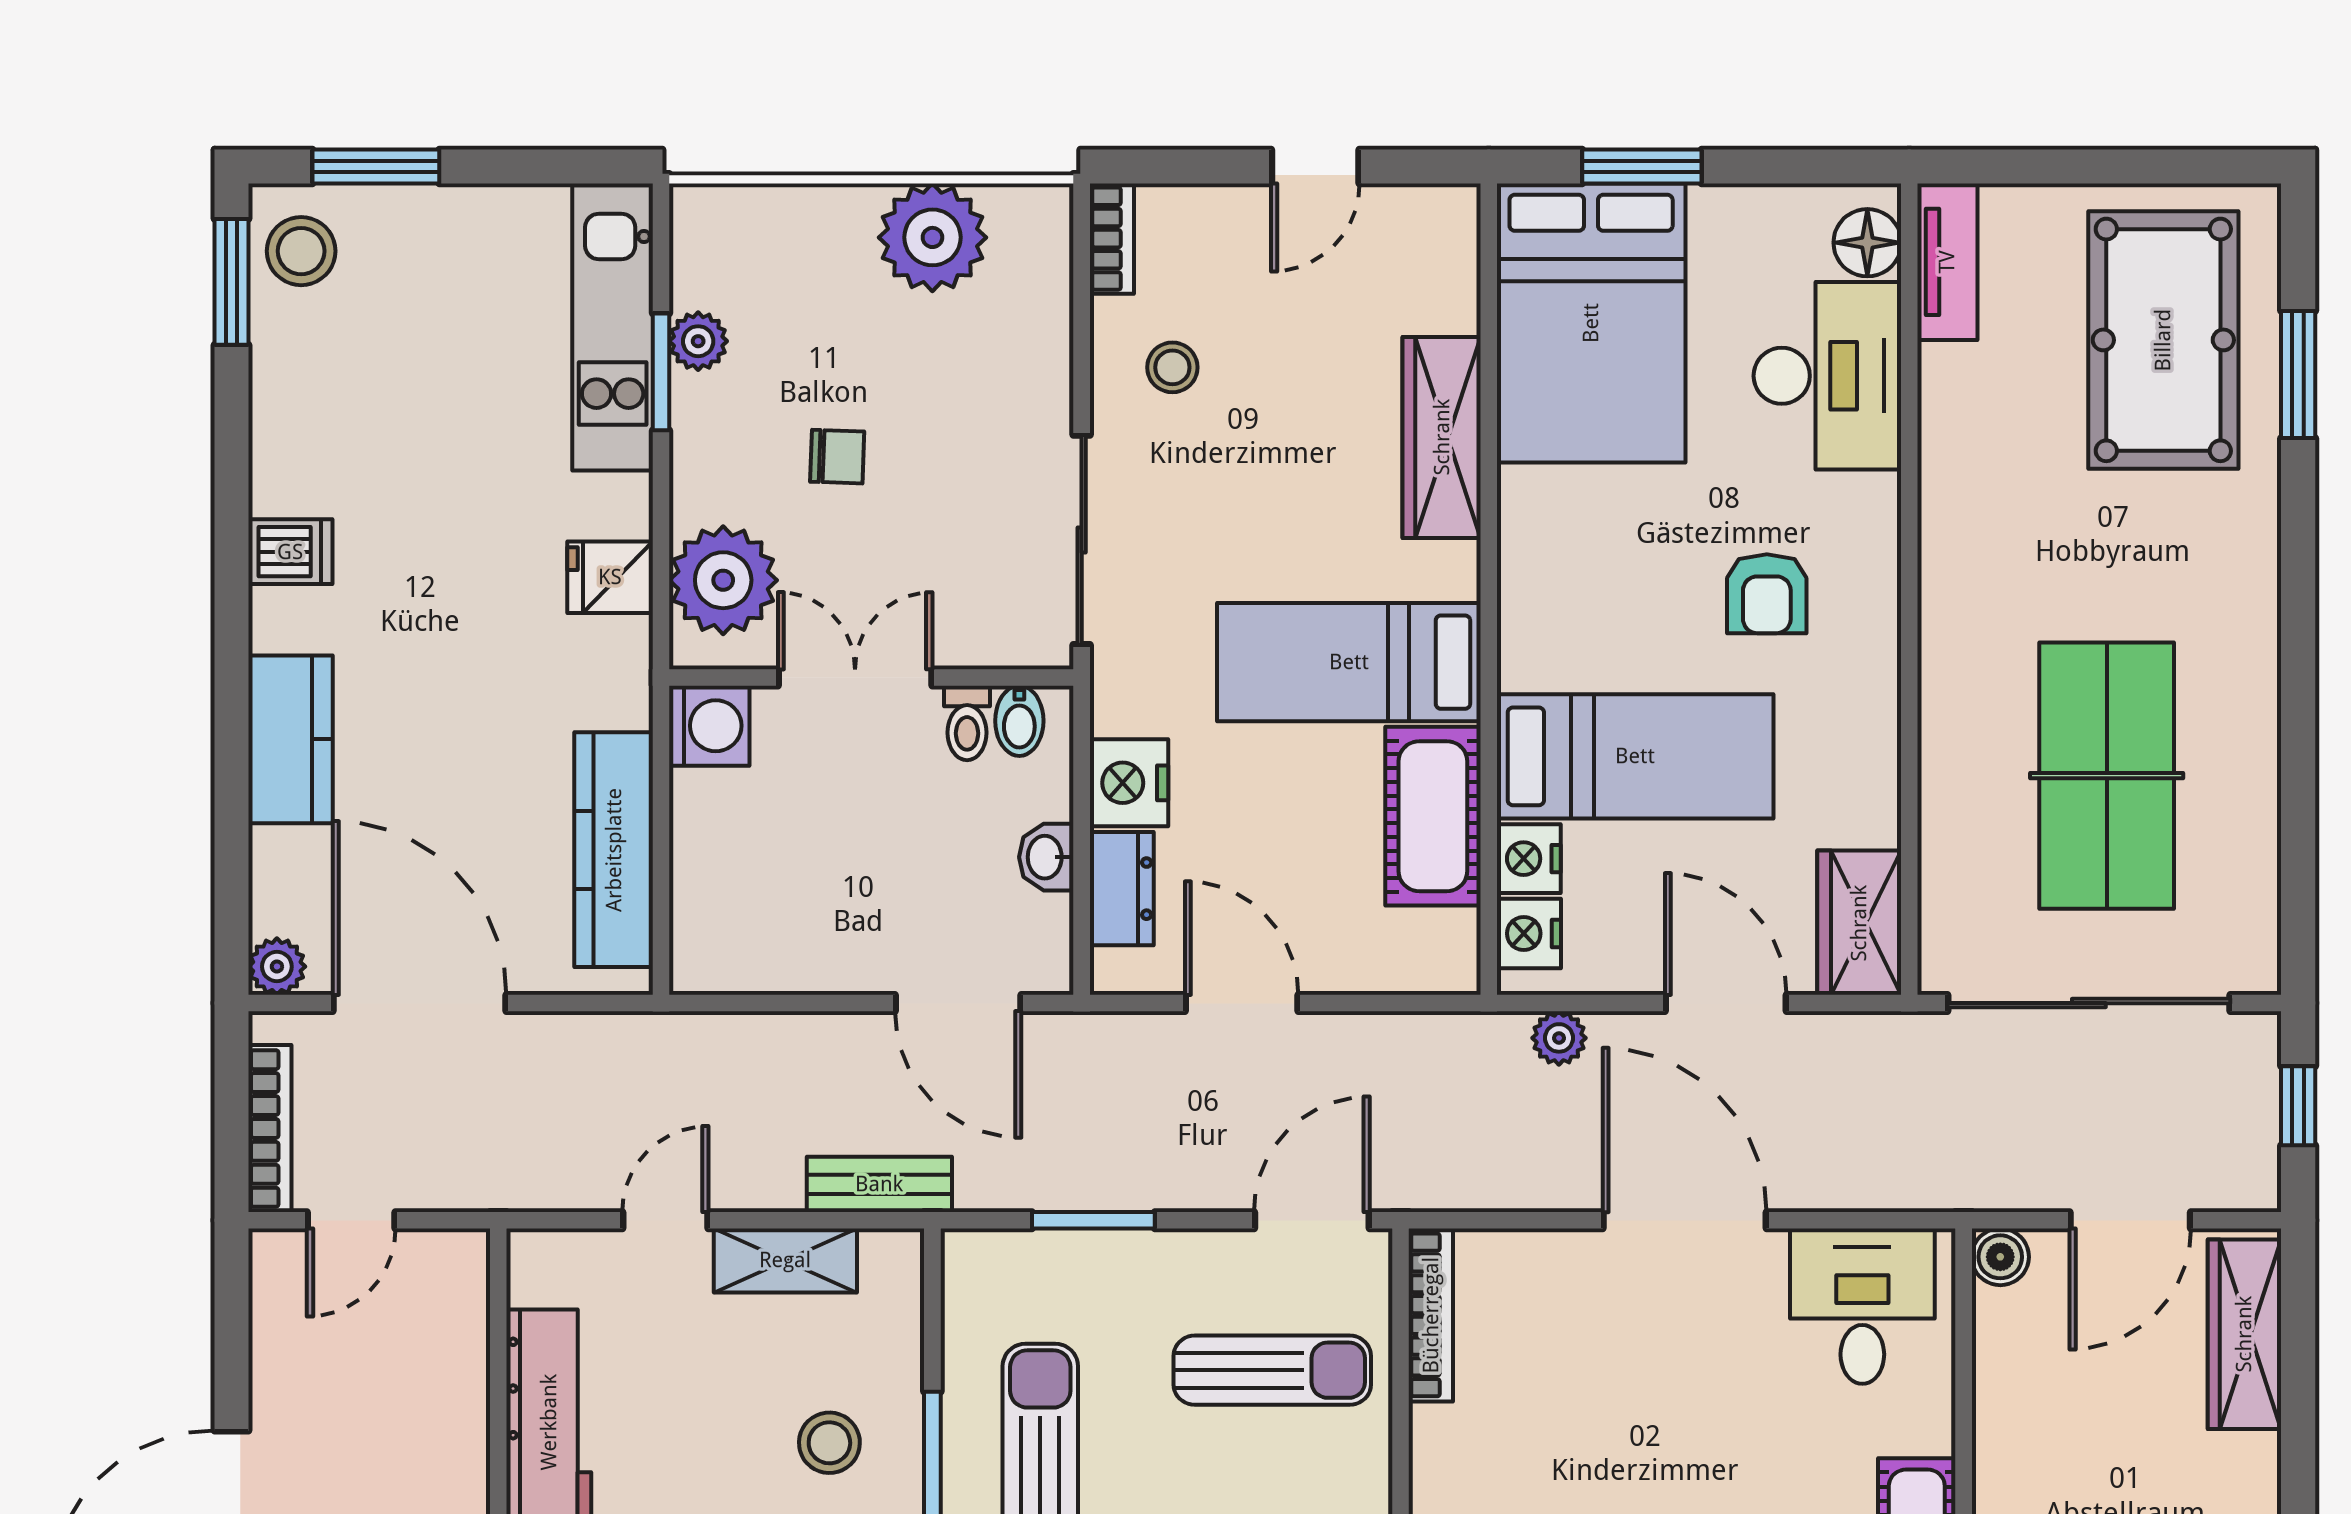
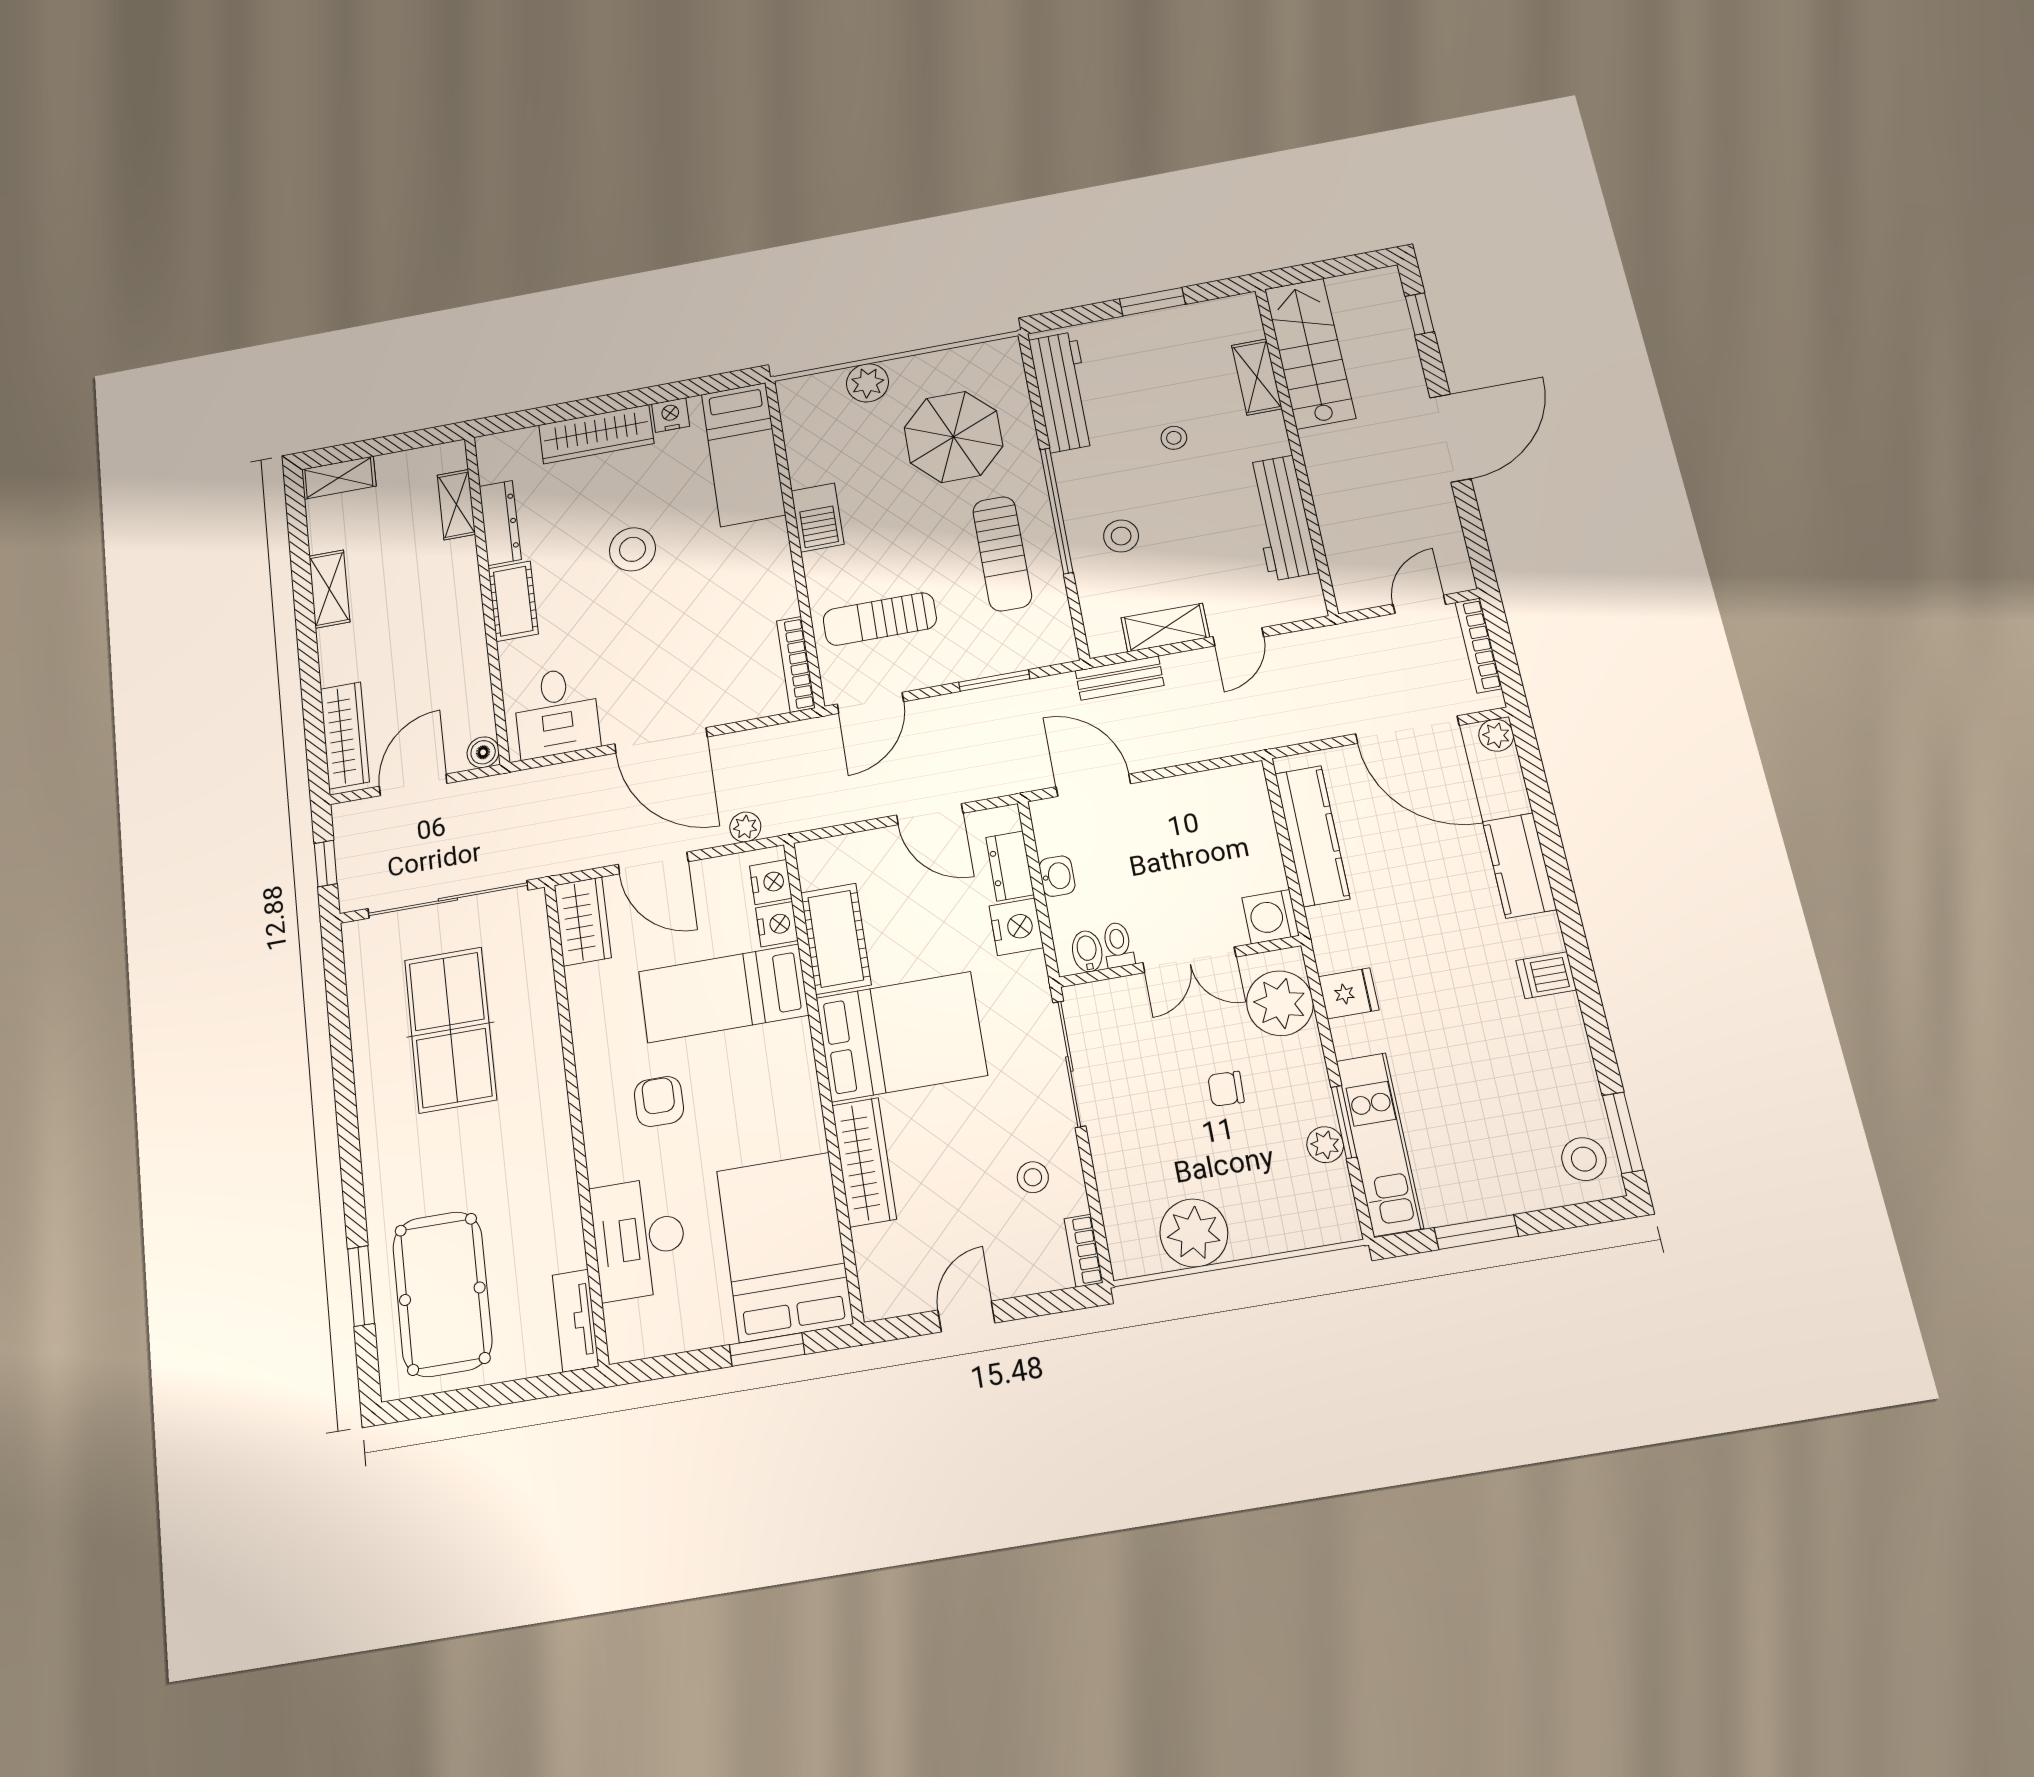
window: (376, 167) -> (1476, 1232), moved
floor lamp: (1867, 243) -> (625, 1324), removed
bed: (1349, 662) -> (901, 1036), width x1.50

